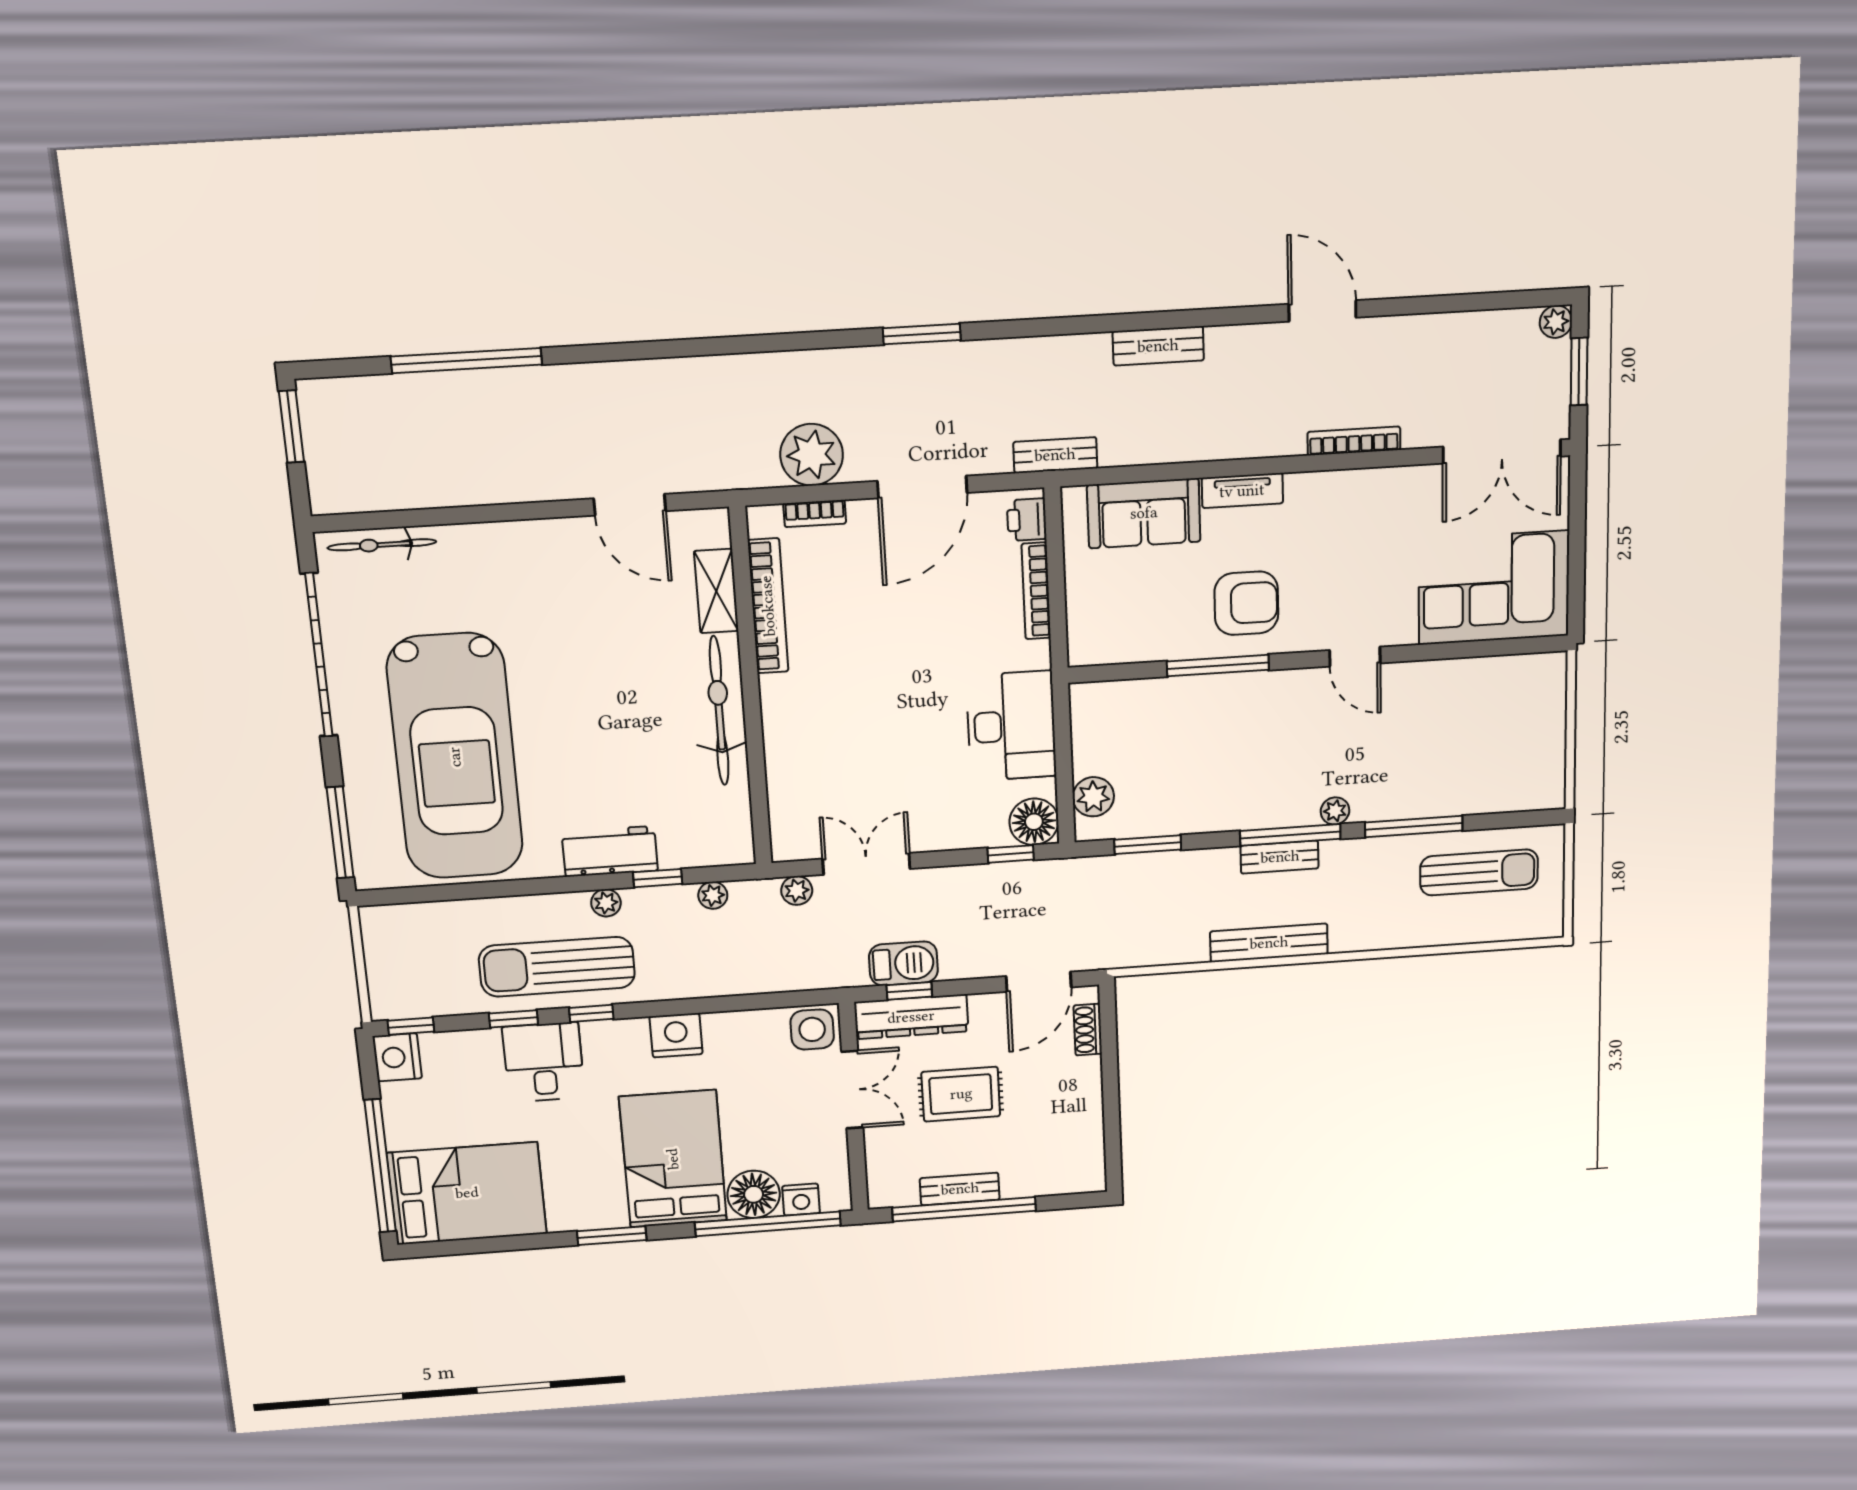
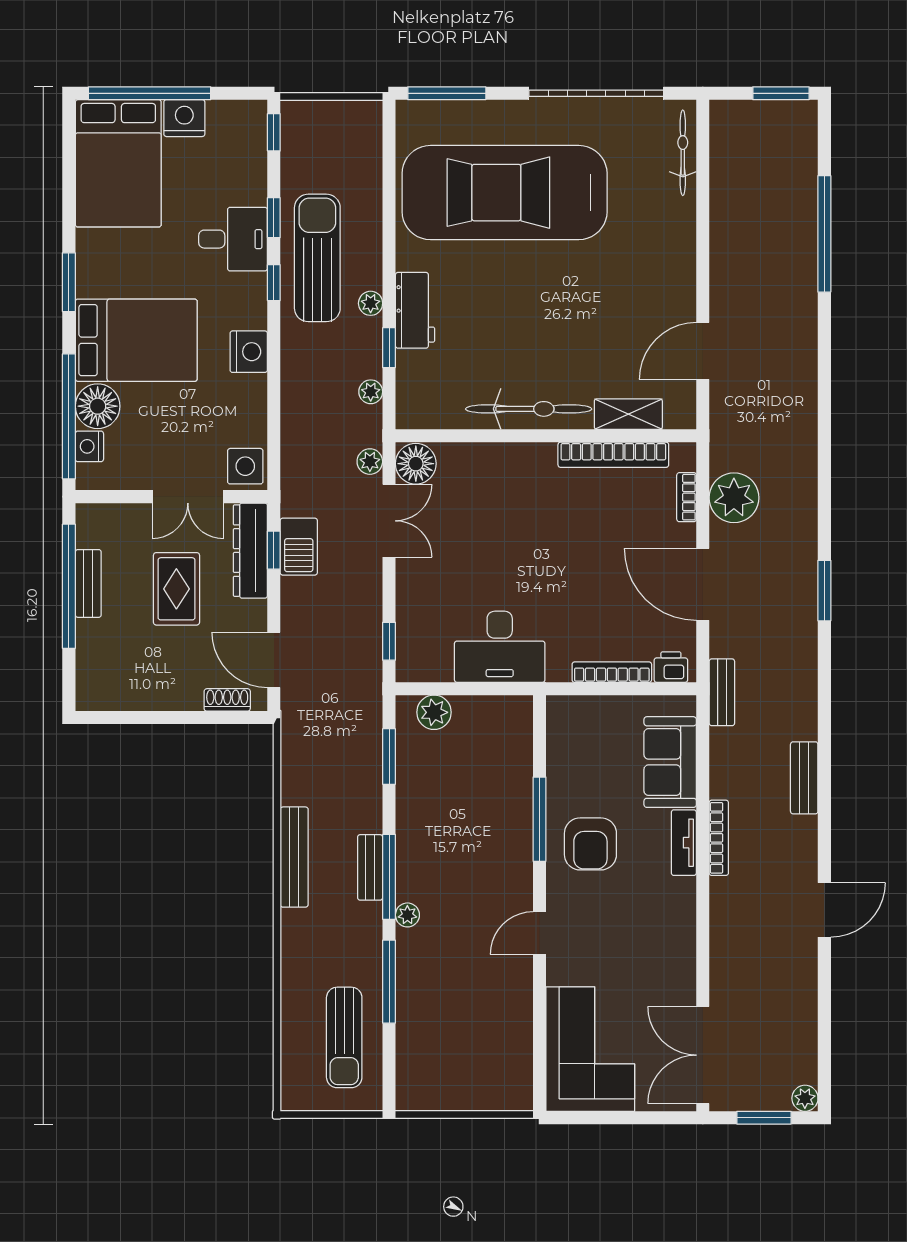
bookcase: (1354, 441) -> (719, 838), moved
floor lamp: (1034, 822) -> (416, 464), moved
nightstand: (397, 1057) -> (184, 118), moved

